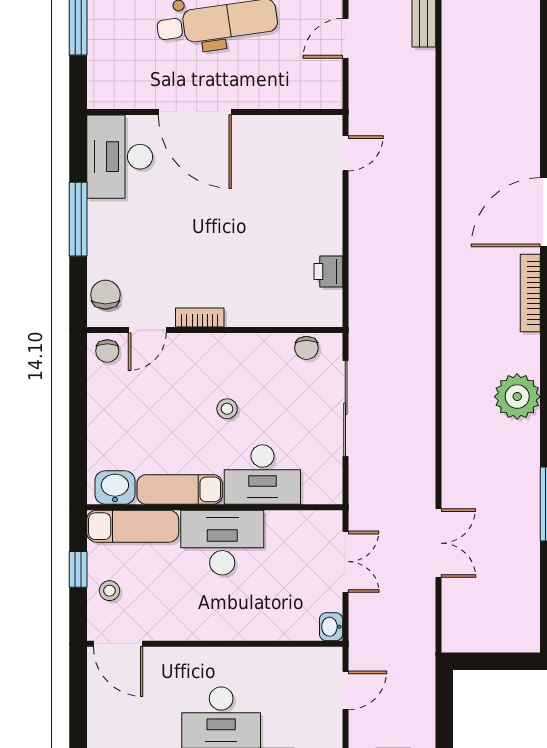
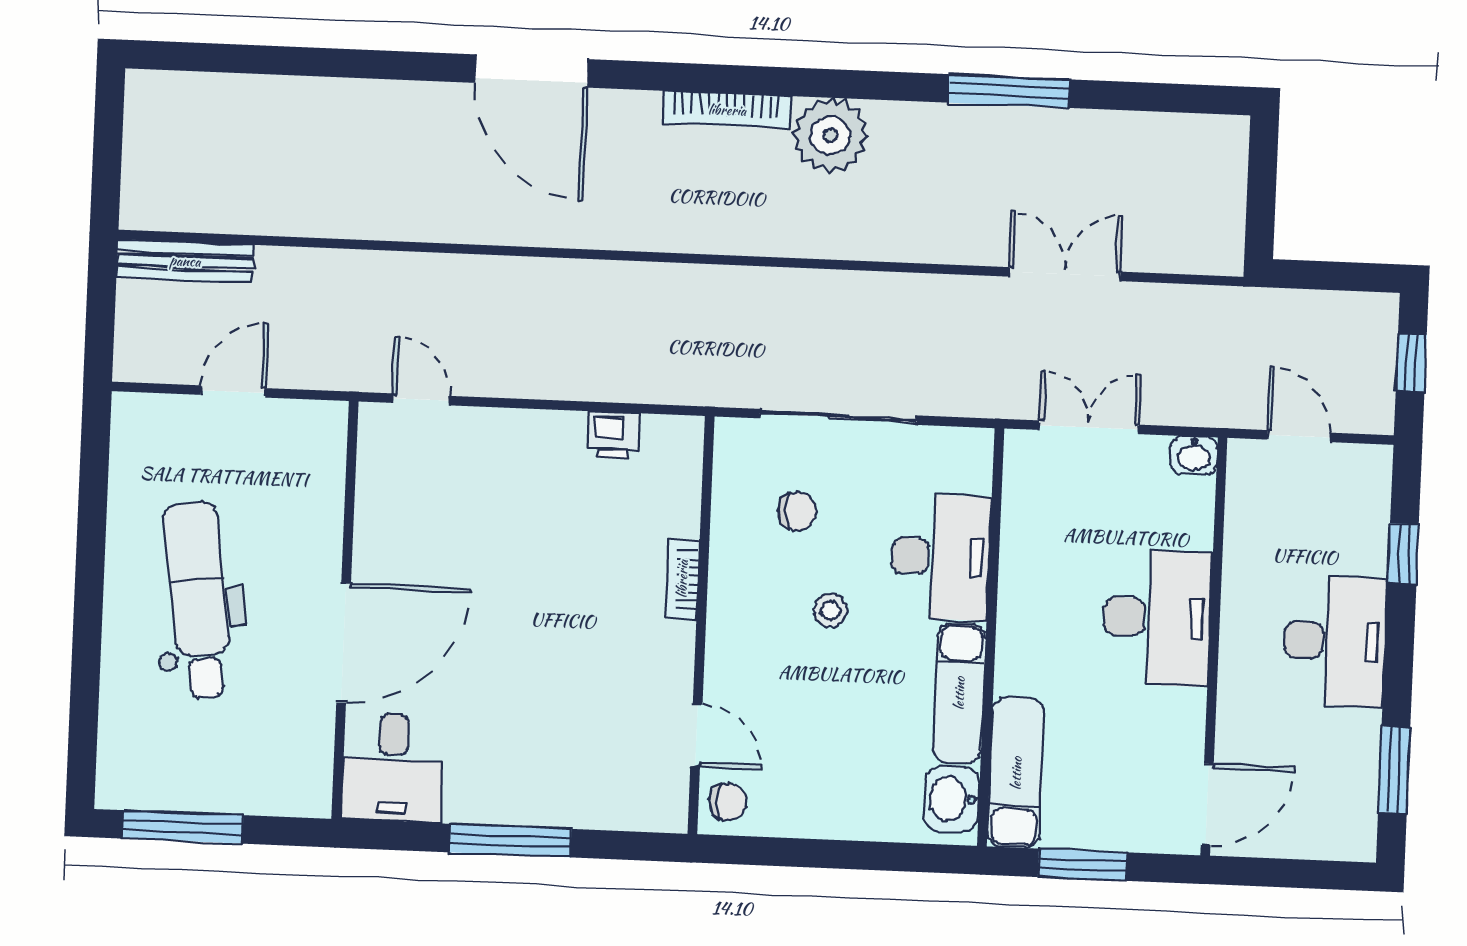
door: (345, 38) -> (233, 391), swing flipped
desk: (120, 157) -> (393, 768), width x0.73
bookcase: (530, 293) -> (727, 110), moved
chair: (105, 295) -> (636, 801), removed
bookcase: (200, 317) -> (682, 579), moved
chair: (306, 348) -> (797, 511), moved
desk: (222, 543) -> (1157, 618), moved, turned 180
window: (78, 569) -> (1083, 865), width x1.50
stool: (109, 591) -> (1120, 815), removed

